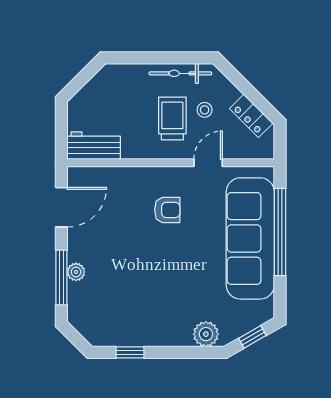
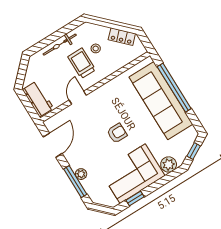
bicycle: (180, 73) -> (60, 45), moved
workbench: (94, 146) -> (38, 99), moved, turned 90
door: (208, 163) -> (78, 98), moved
armchair: (167, 210) -> (117, 133), moved
corner sofa: (148, 316) -> (133, 174), added

